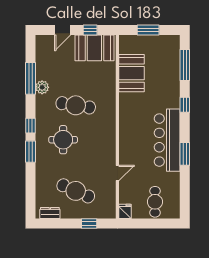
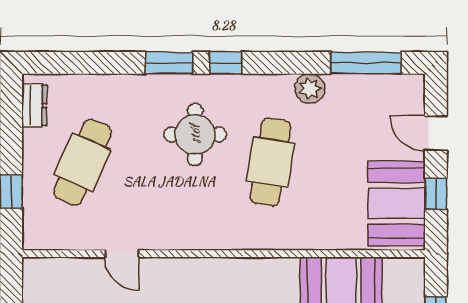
window: (30, 78) -> (366, 63), moved
fridge: (125, 211) -> (38, 270), removed

